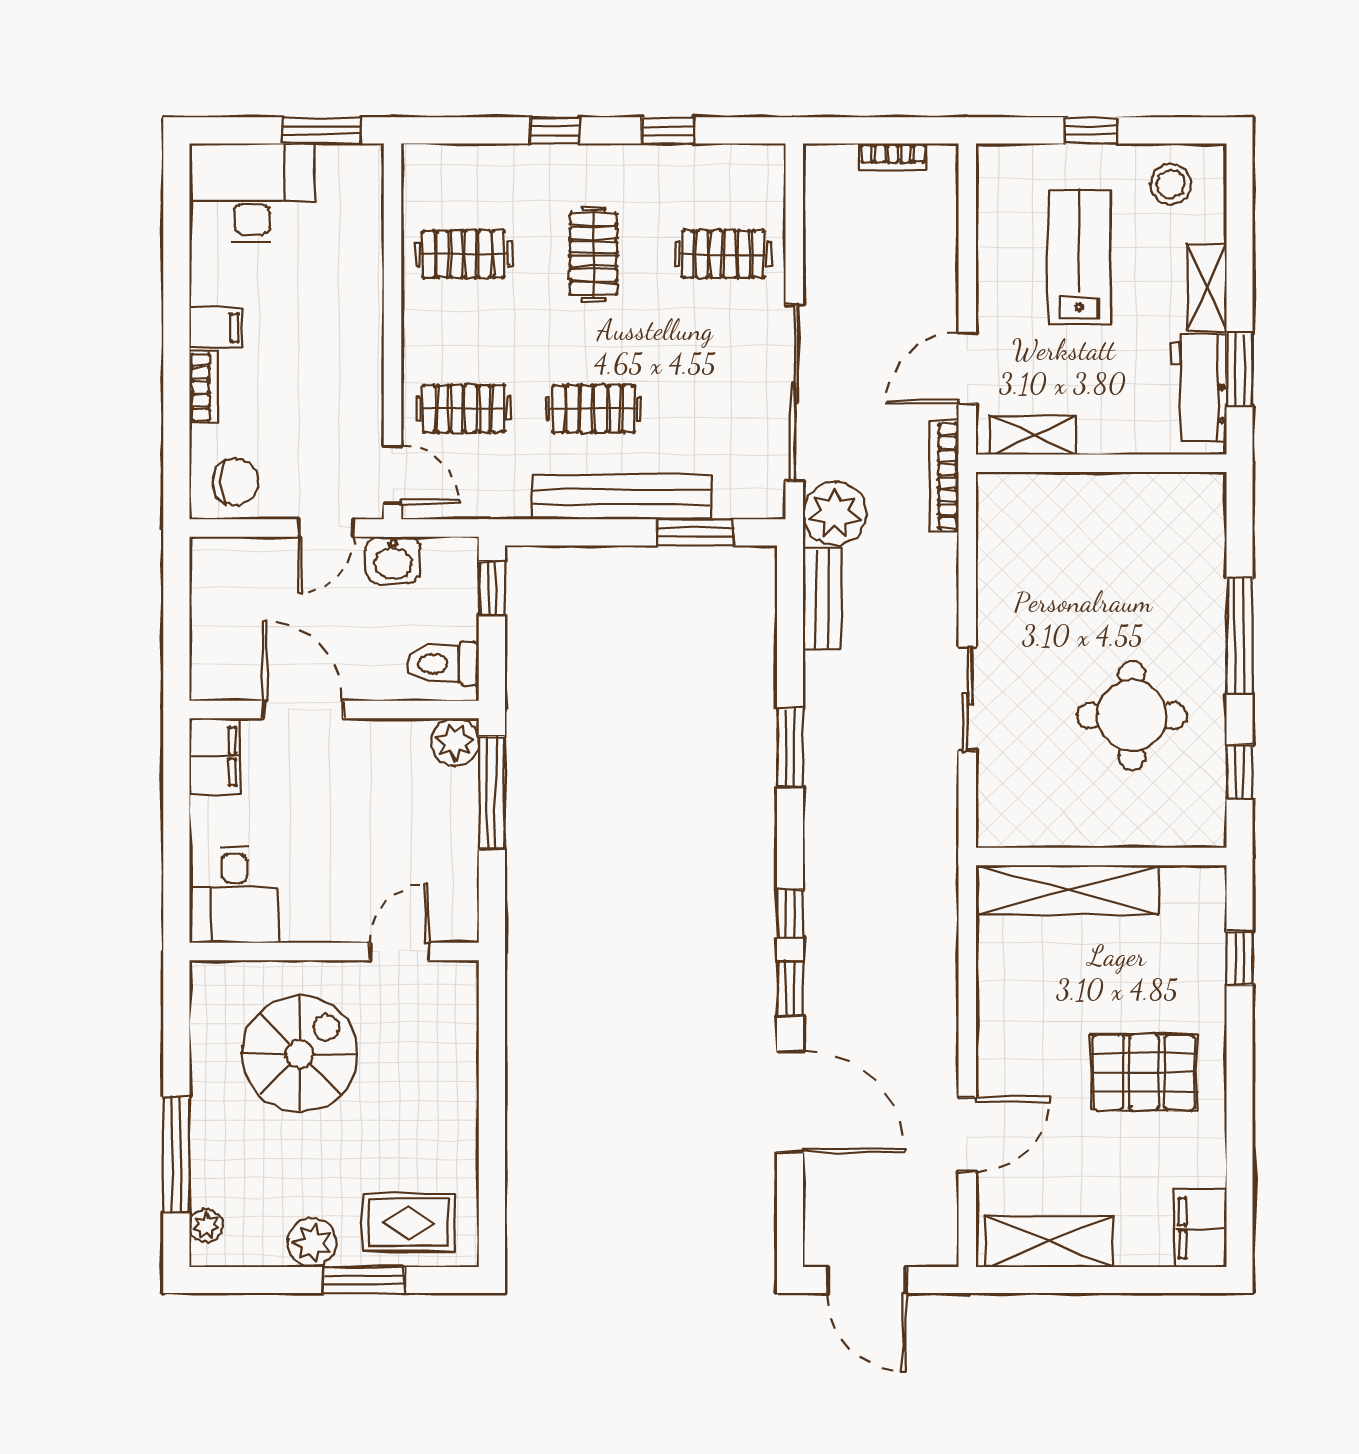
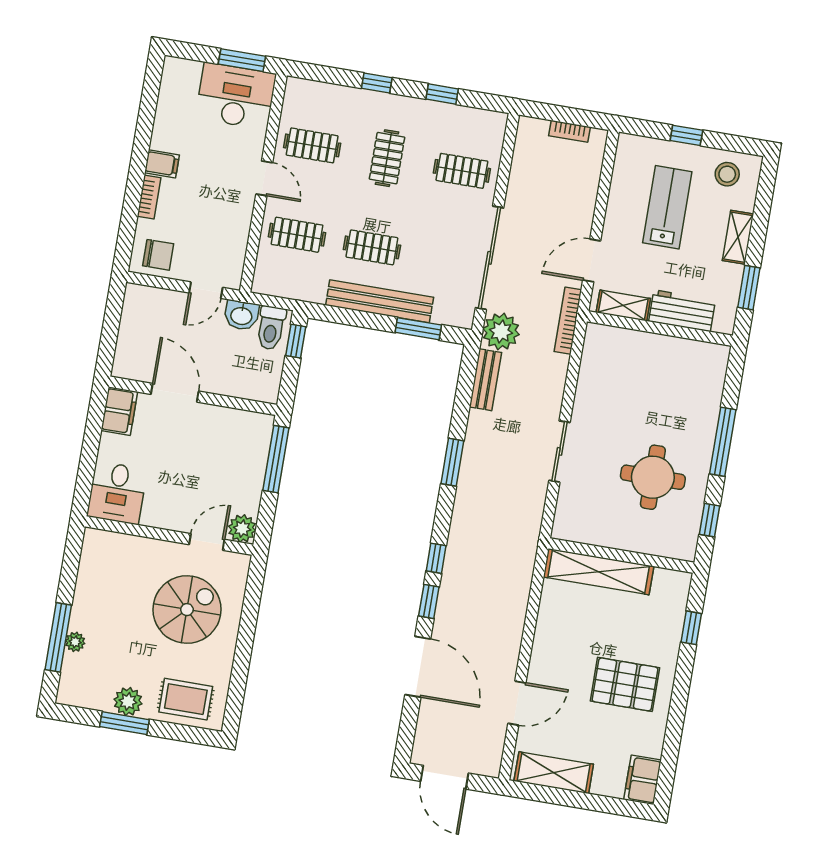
desk: (252, 193) -> (236, 96), moved
workbench: (1199, 388) -> (682, 311), moved, turned 90
door: (392, 475) -> (264, 178), moved
toilet: (443, 664) -> (271, 328), moved, turned -90
plant: (455, 742) -> (242, 529), moved
spiral stairs: (300, 1054) -> (187, 610), moved
plant: (206, 1226) -> (75, 642), moved
window: (364, 1280) -> (124, 723), moved

